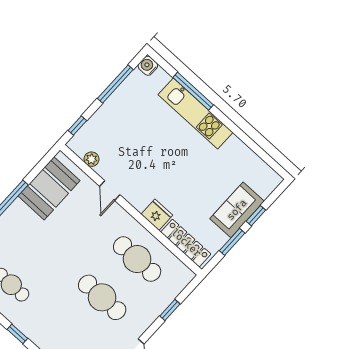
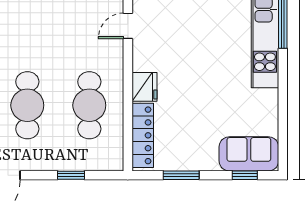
sofa: (237, 210) -> (249, 154), moved
window: (256, 216) -> (245, 175), moved

